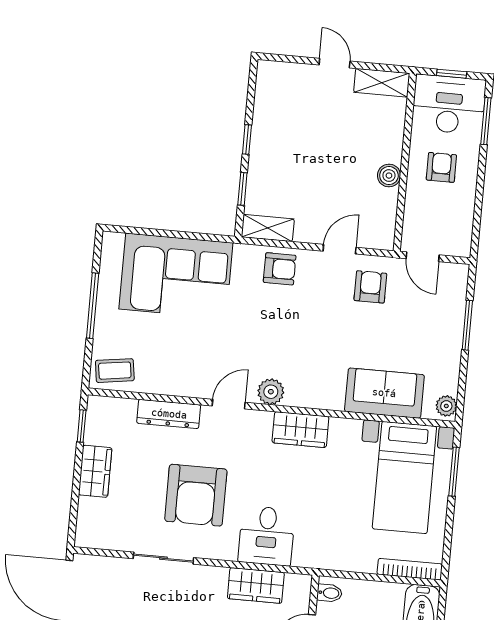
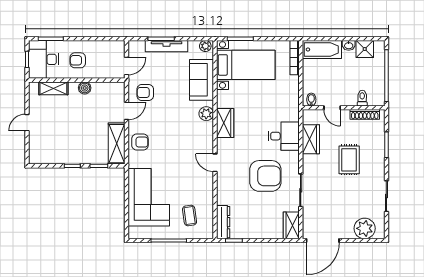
shelving: (382, 83) -> (53, 88), moved, turned 90
shelving: (268, 228) -> (117, 144), width x1.50, depth x1.33
door: (340, 249) -> (127, 111), swing flipped
armchair: (280, 269) -> (140, 142), turned 90
tv unit: (453, 334) -> (167, 46), added
coffee table: (115, 371) -> (190, 215), moved
plant: (271, 392) -> (206, 114), moved
dresser: (169, 414) -> (223, 222), moved
wardrobe: (95, 471) -> (291, 225), moved, turned -90

